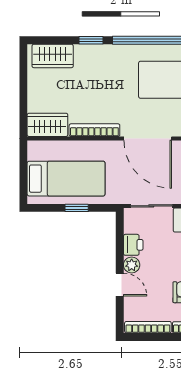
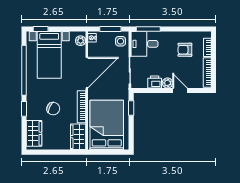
chair: (91, 86) -> (53, 109), added
bed: (66, 179) -> (107, 125), width x1.50
window: (77, 208) -> (131, 108), moved
door: (120, 285) -> (180, 91), hinge flipped

